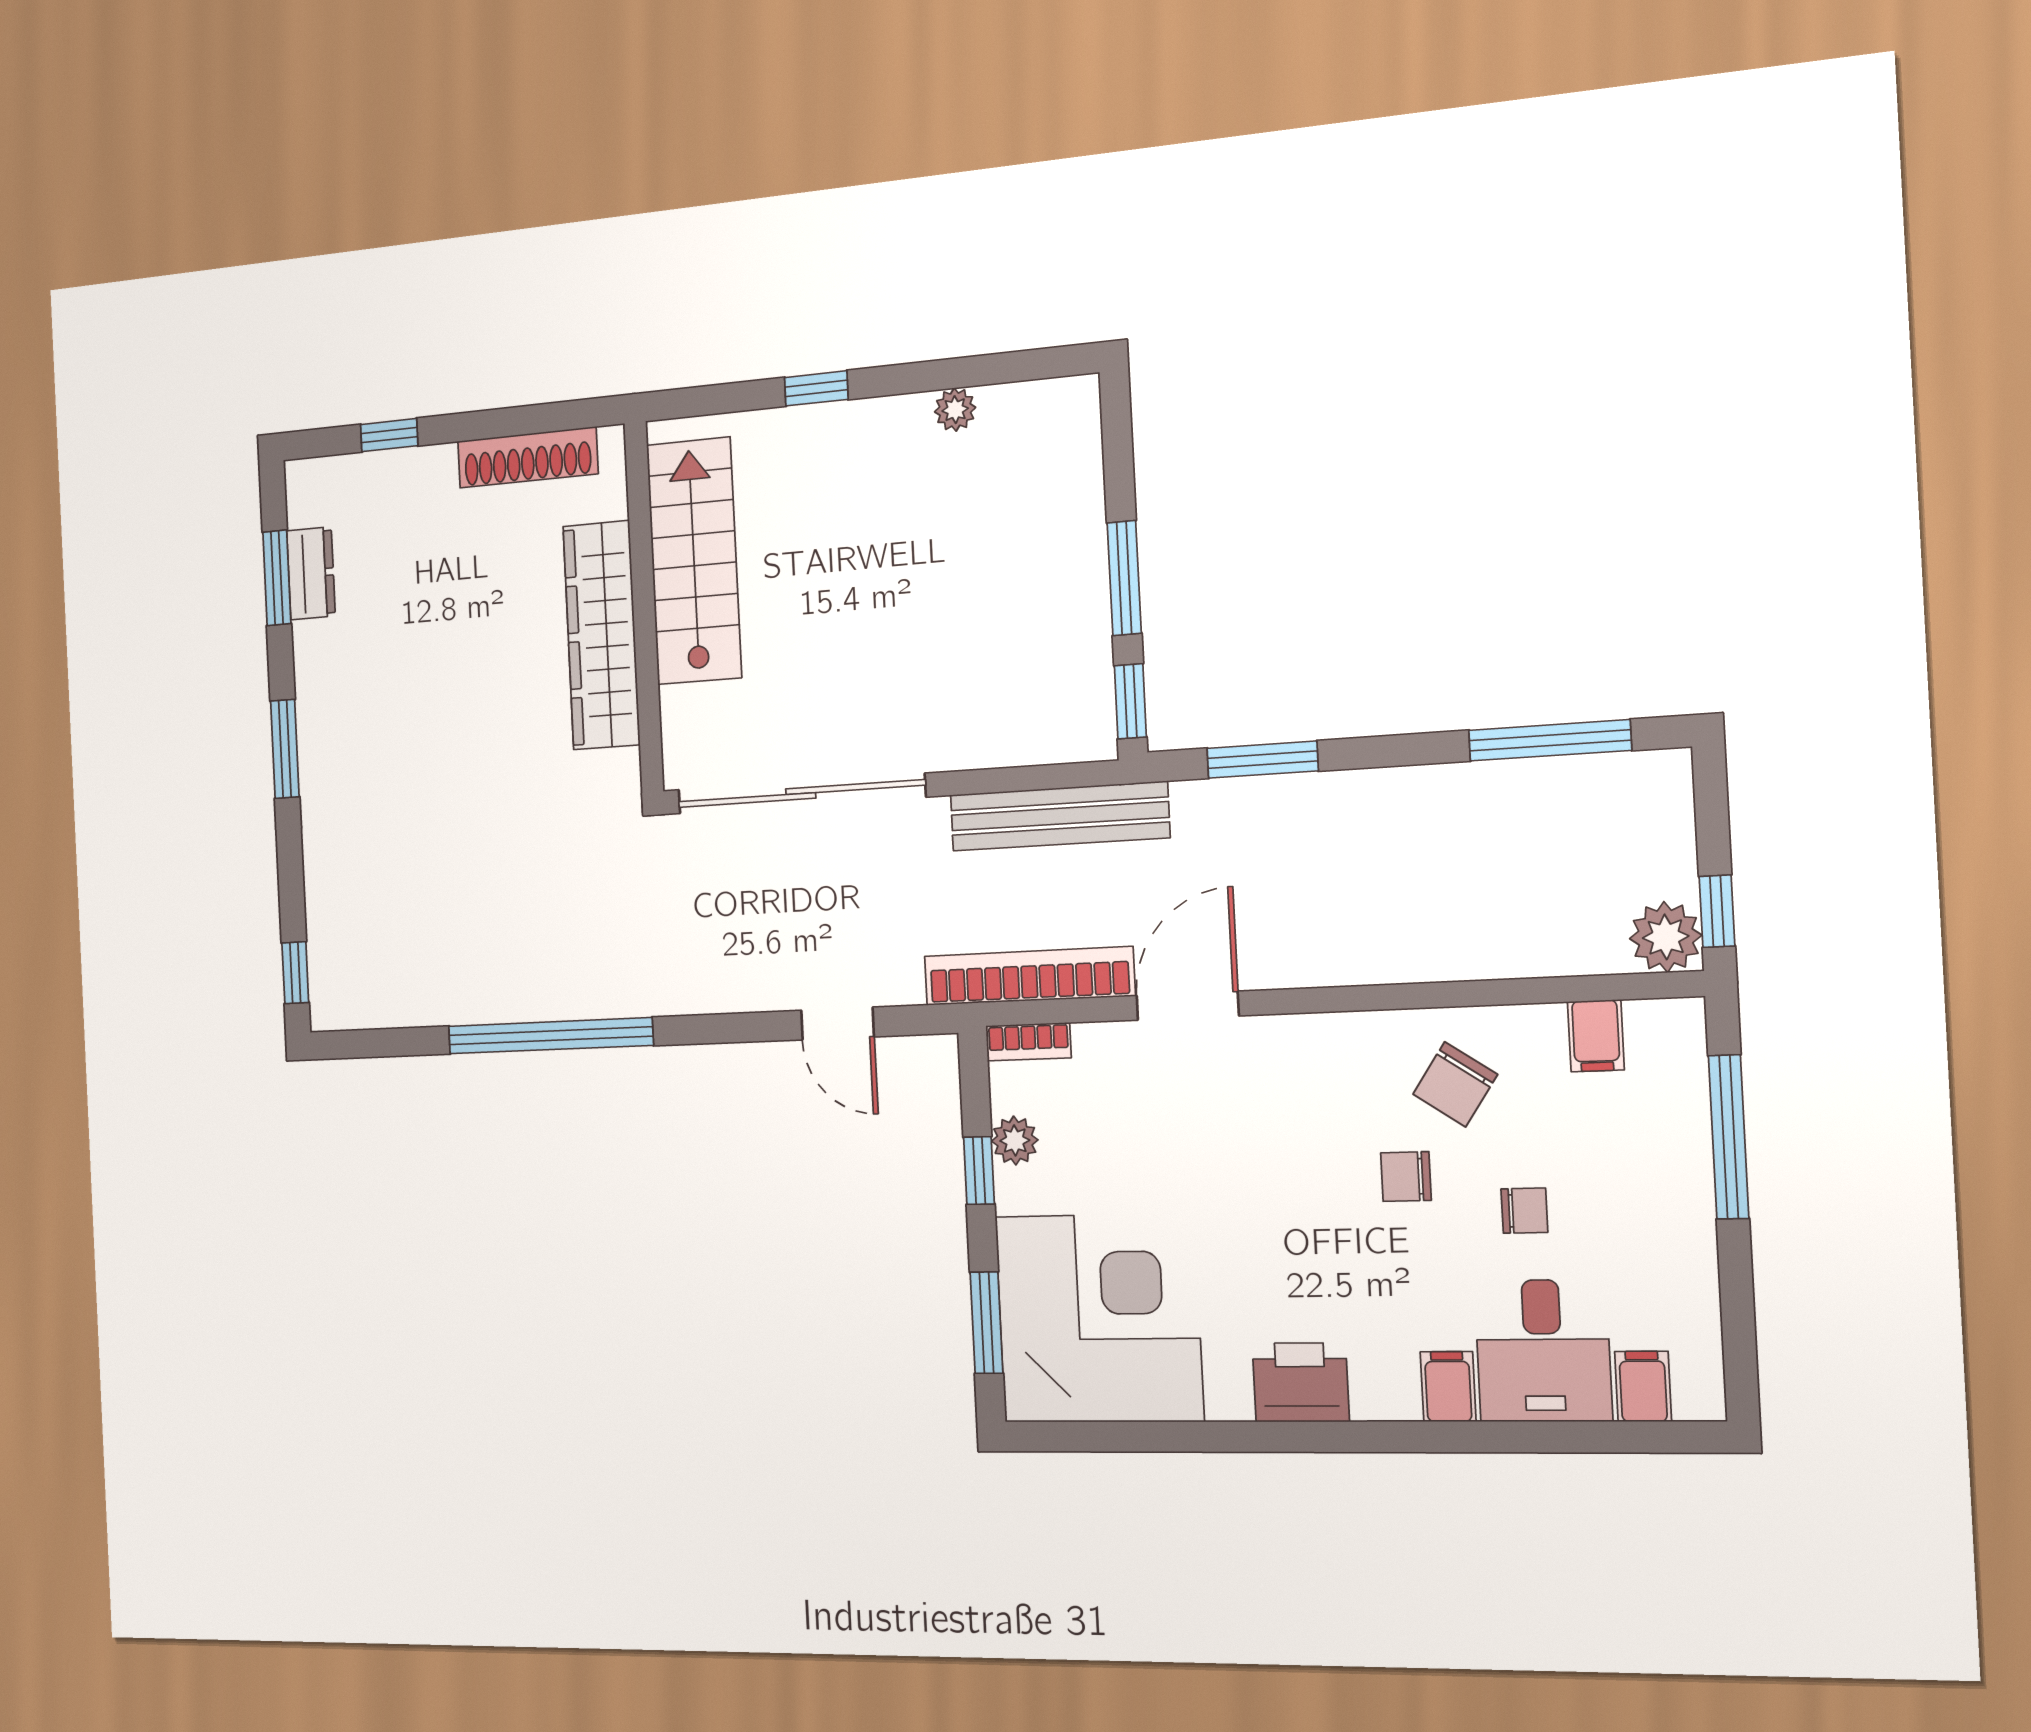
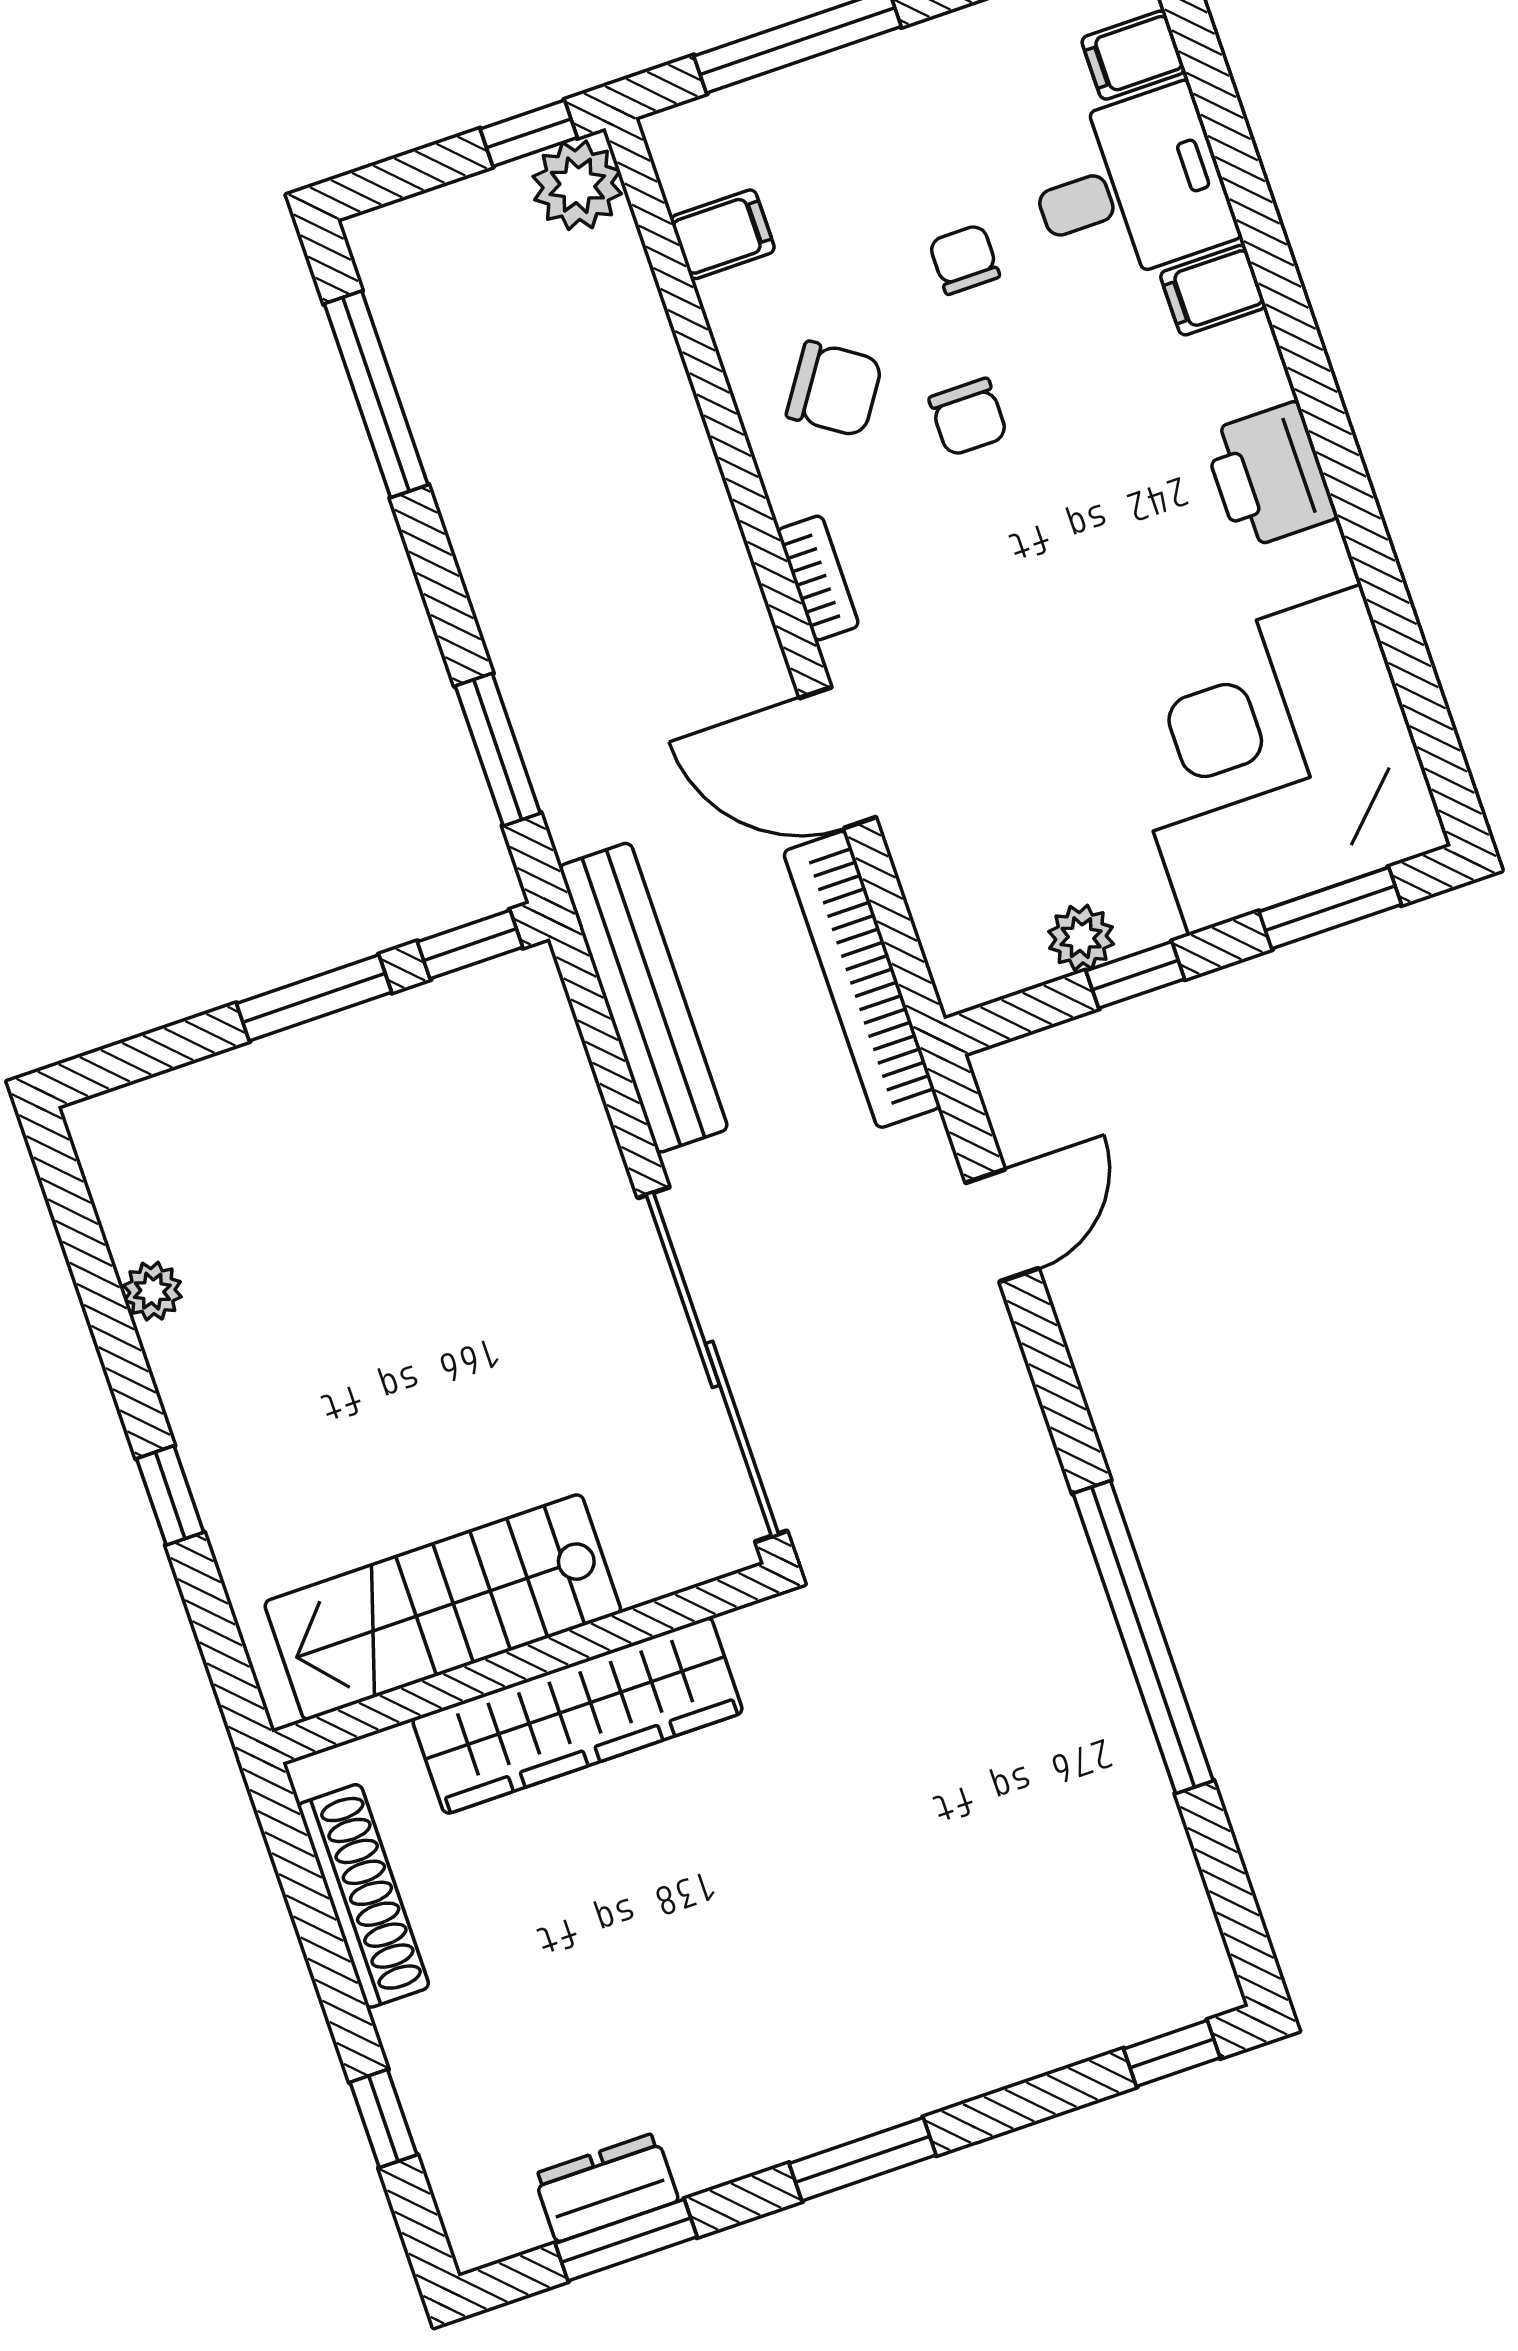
bookcase: (1028, 1042) -> (818, 578), moved

